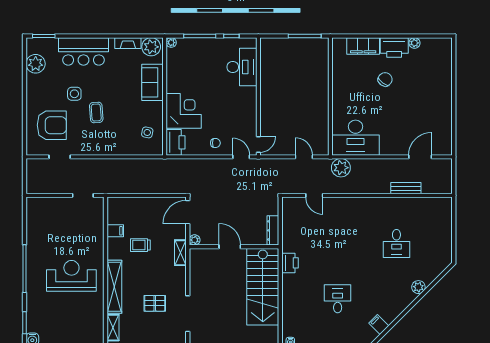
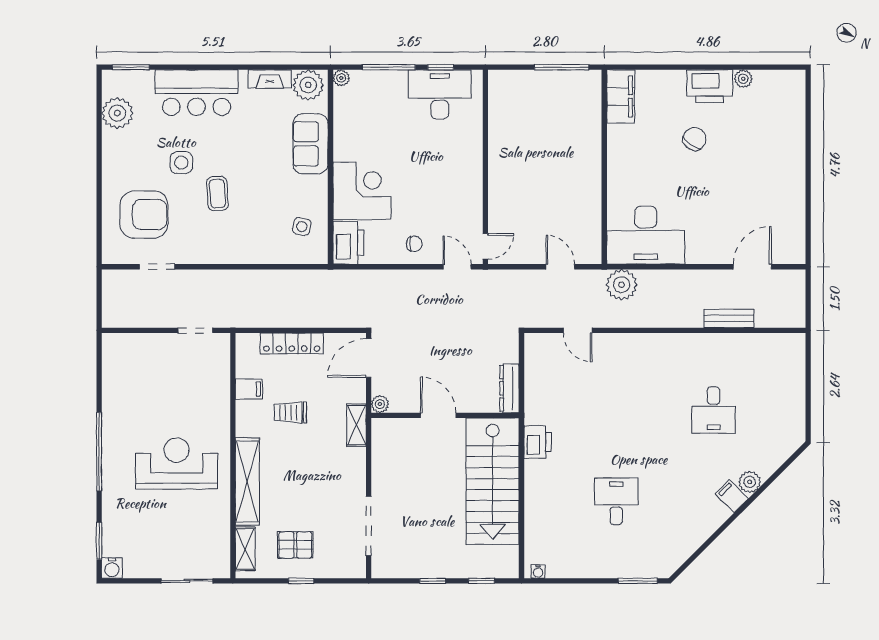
filing cabinet: (363, 46) -> (621, 96), moved, turned -90
desk: (242, 67) -> (440, 94), moved, turned -90
locker: (141, 203) -> (292, 343), added
pallet: (155, 303) -> (295, 545), moved
filing cabinet: (379, 324) -> (732, 496), moved

